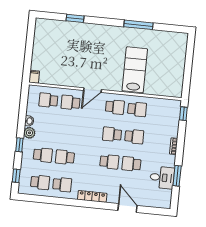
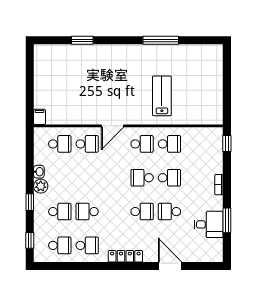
lab bench: (135, 70) -> (162, 96), width x0.73, depth x0.72
school desk: (48, 100) -> (60, 144), turned 180
school desk: (71, 102) -> (87, 144), turned 180

